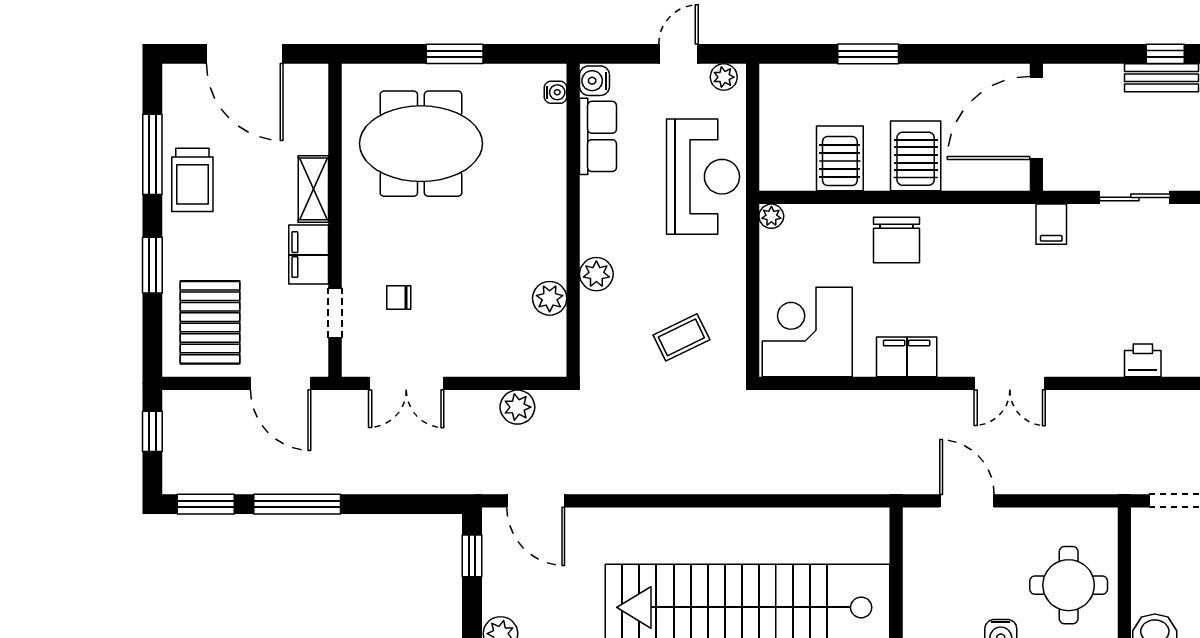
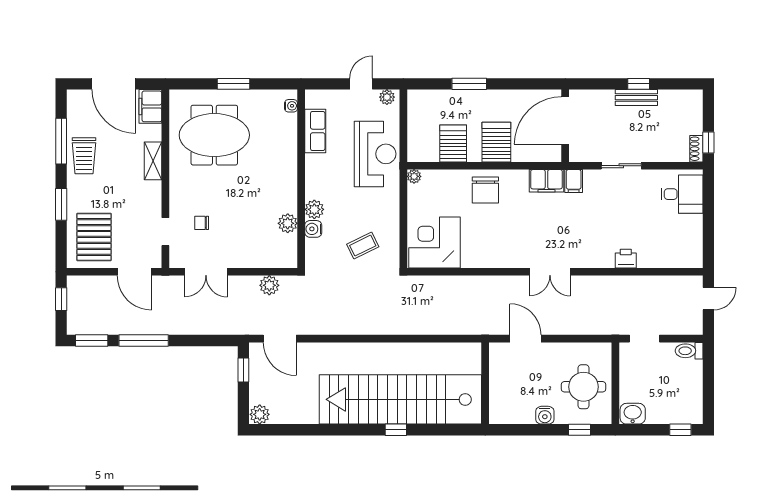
water cooler: (595, 81) -> (313, 229), moved
filing cabinet: (309, 255) -> (150, 106), moved
filing cabinet: (907, 357) -> (546, 181), moved, turned 180

